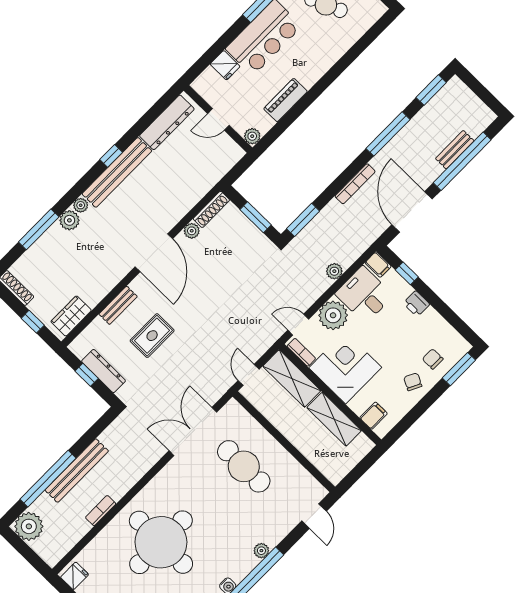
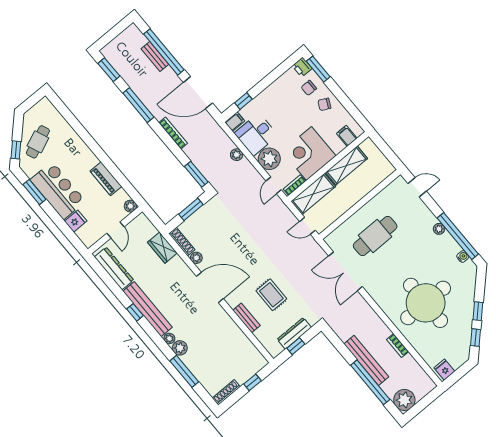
printer: (416, 304) -> (302, 67), moved, turned 90
wardrobe: (71, 316) -> (162, 248), moved

